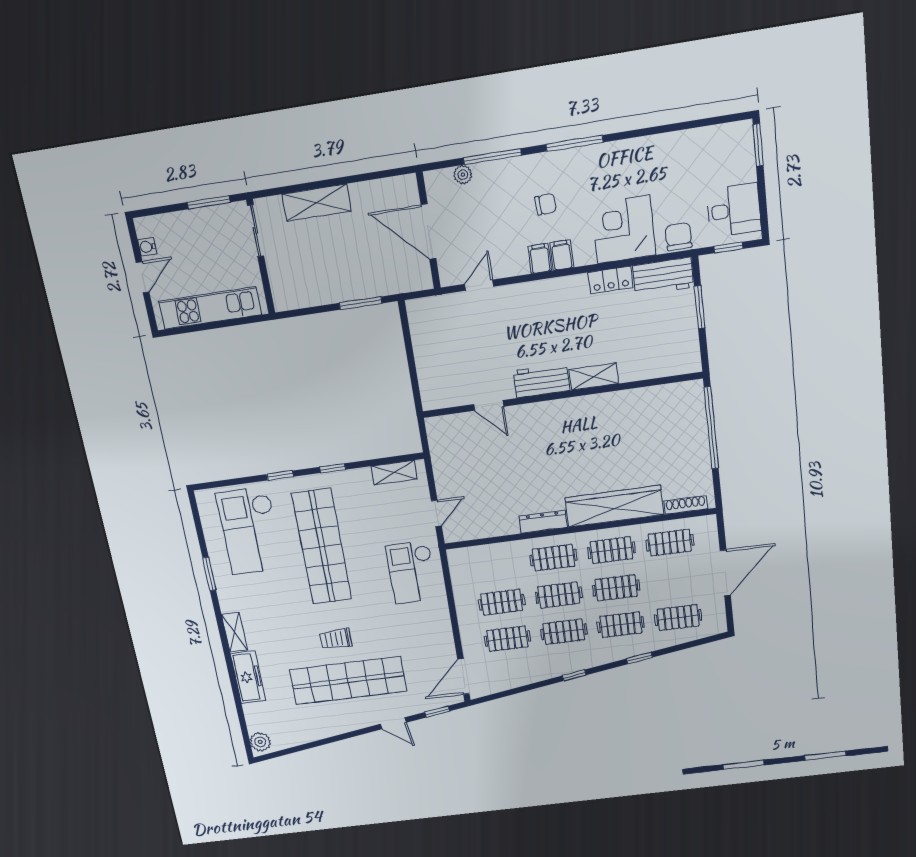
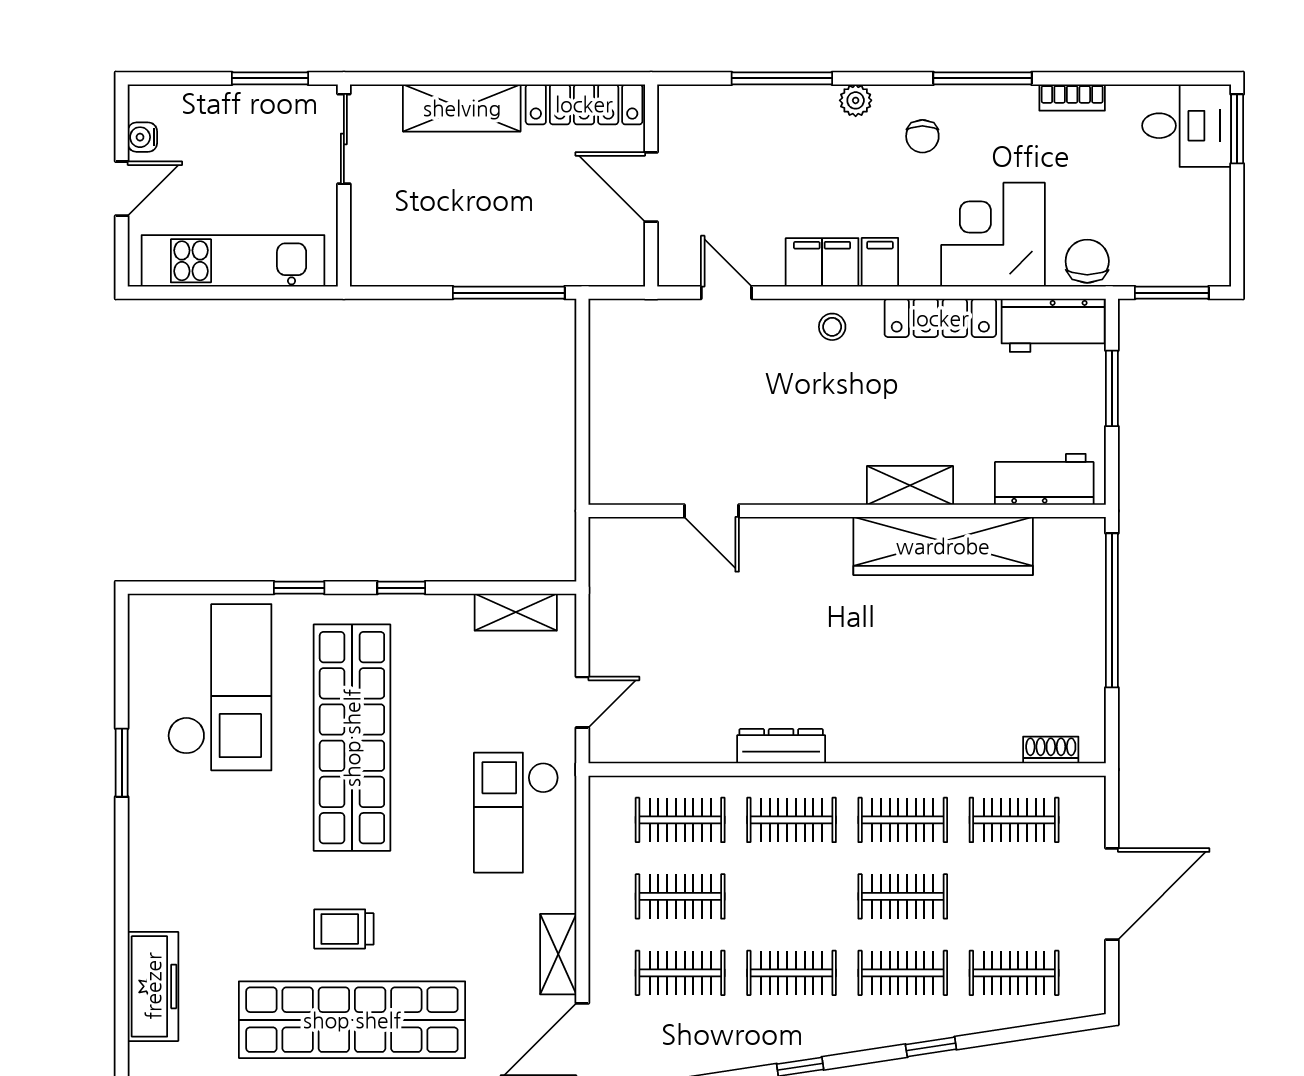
bookcase: (660, 141) -> (1072, 98), added
window: (575, 143) -> (982, 78), moved
plant: (463, 175) -> (856, 100), moved
locker: (384, 190) -> (584, 104), added
chair: (545, 204) -> (922, 136), moved, turned 93
desk: (734, 210) -> (1187, 126), moved
door: (429, 232) -> (651, 187), width x0.73
window: (728, 248) -> (1172, 293), width x1.50
filing cabinet: (540, 259) -> (822, 262), width x2.00
locker: (611, 280) -> (940, 318), width x1.53
door: (479, 285) -> (726, 293), hinge flipped
stool: (540, 296) -> (832, 327), added
window: (361, 303) -> (509, 293), width x1.44
workbench: (542, 381) -> (1044, 479), moved
shoe rack: (686, 505) -> (1051, 750), width x0.70
wardrobe: (614, 506) -> (943, 546), moved, turned 180
checkout: (250, 531) -> (220, 687), turned 180
clothes rail: (559, 595) -> (680, 820), moved
shelving: (234, 632) -> (558, 954), moved

